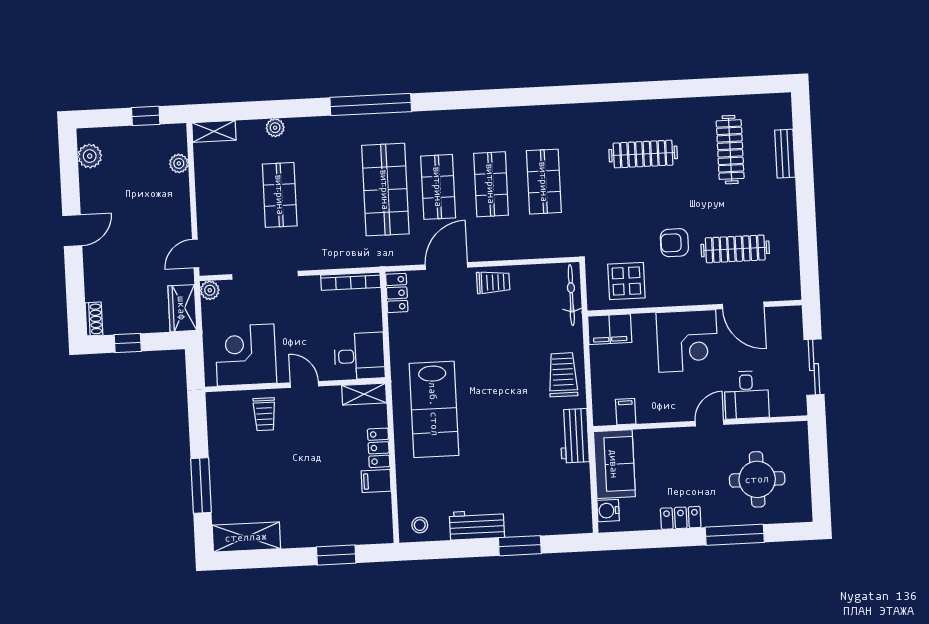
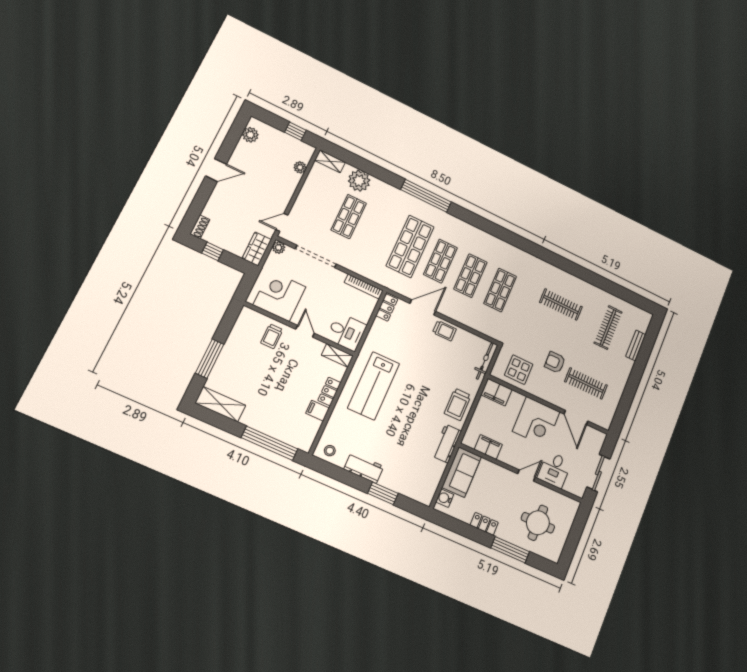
plant: (275, 128) -> (359, 181), width x1.88, depth x1.88
trolley: (563, 375) -> (458, 404), turned 180
filing cabinet: (626, 412) -> (488, 447), width x2.00
window: (336, 555) -> (270, 443), width x2.11

